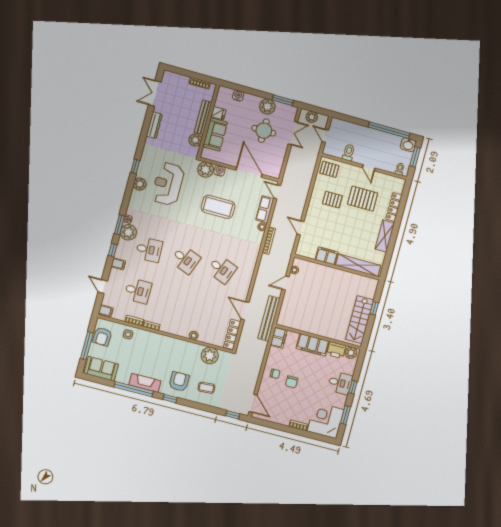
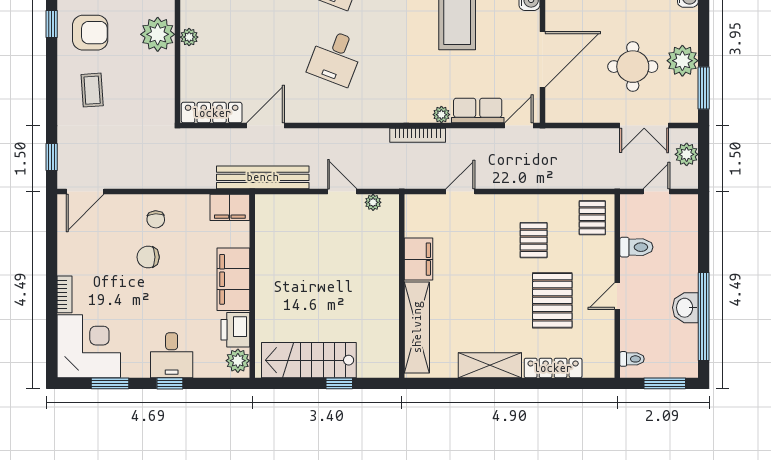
washbasin: (408, 145) -> (685, 308), moved
plant: (210, 356) -> (158, 34), moved

